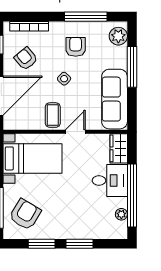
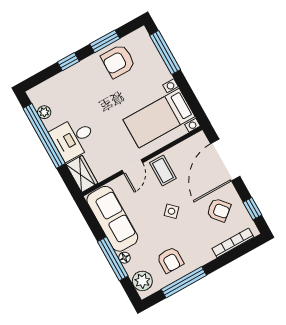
armchair: (76, 47) -> (170, 260), moved
floor lamp: (122, 63) -> (124, 258), added
armchair: (25, 214) -> (118, 61), moved, turned 59
window: (80, 244) -> (68, 62), width x0.67

